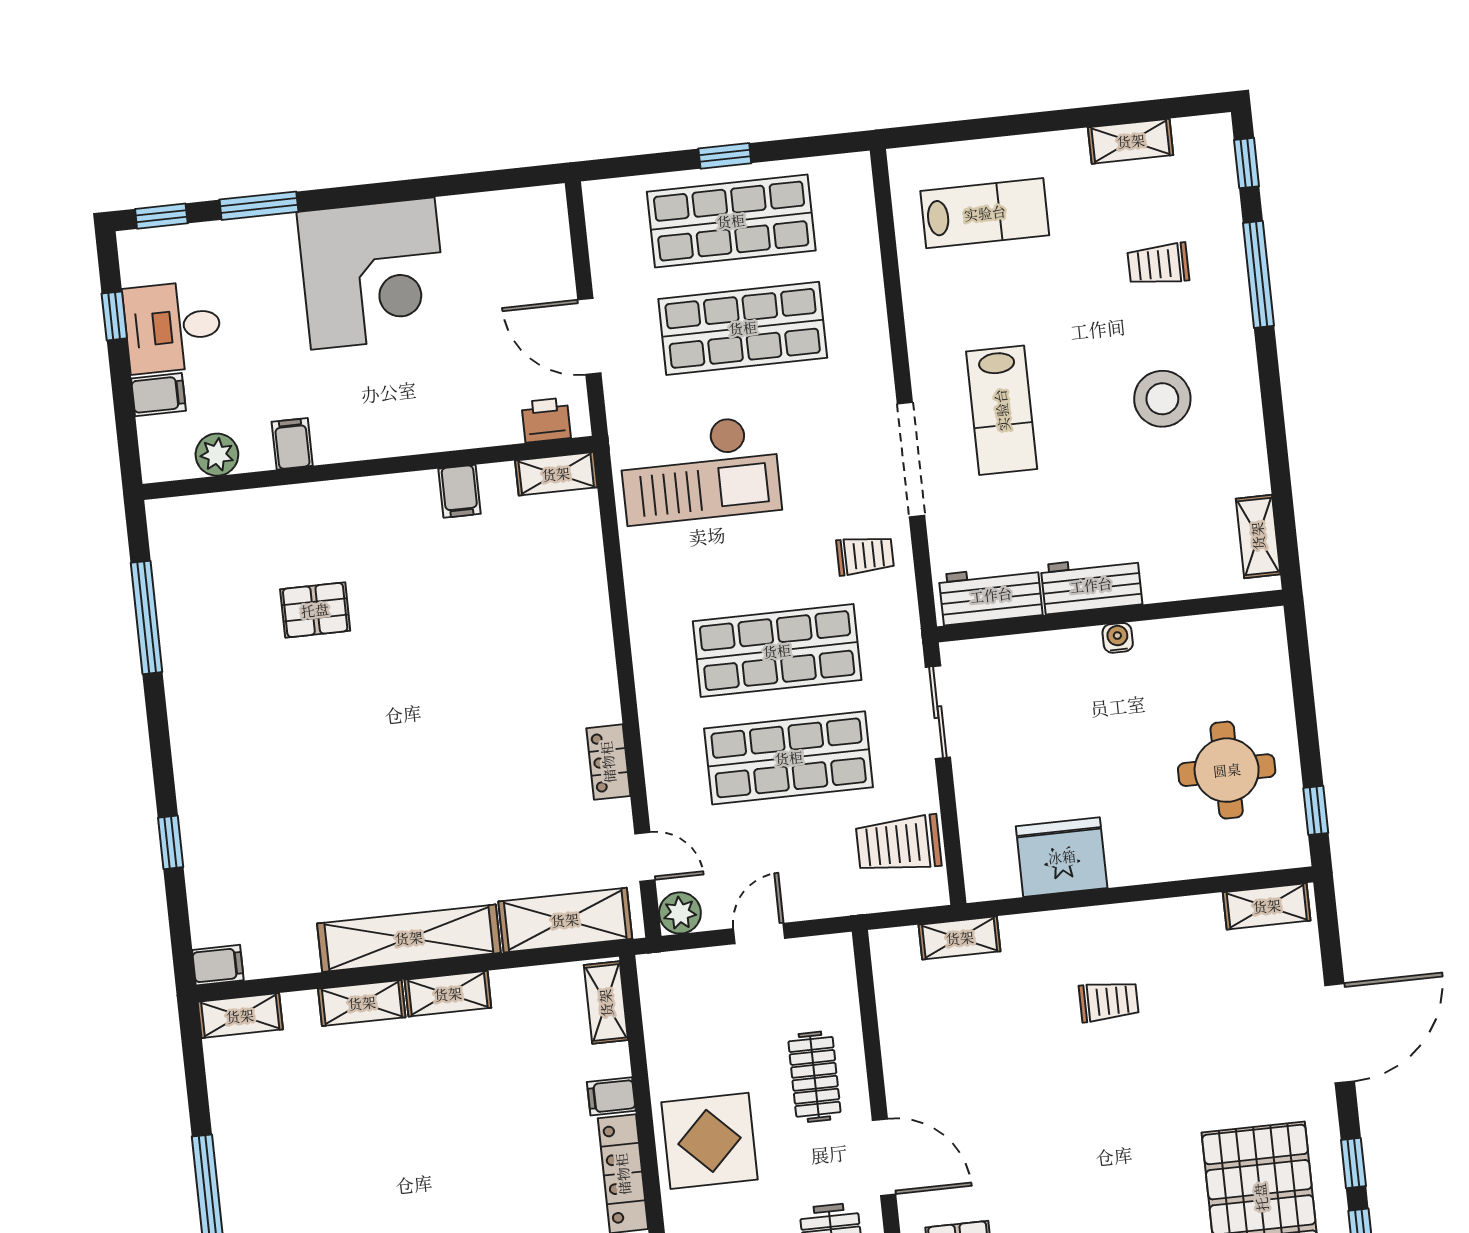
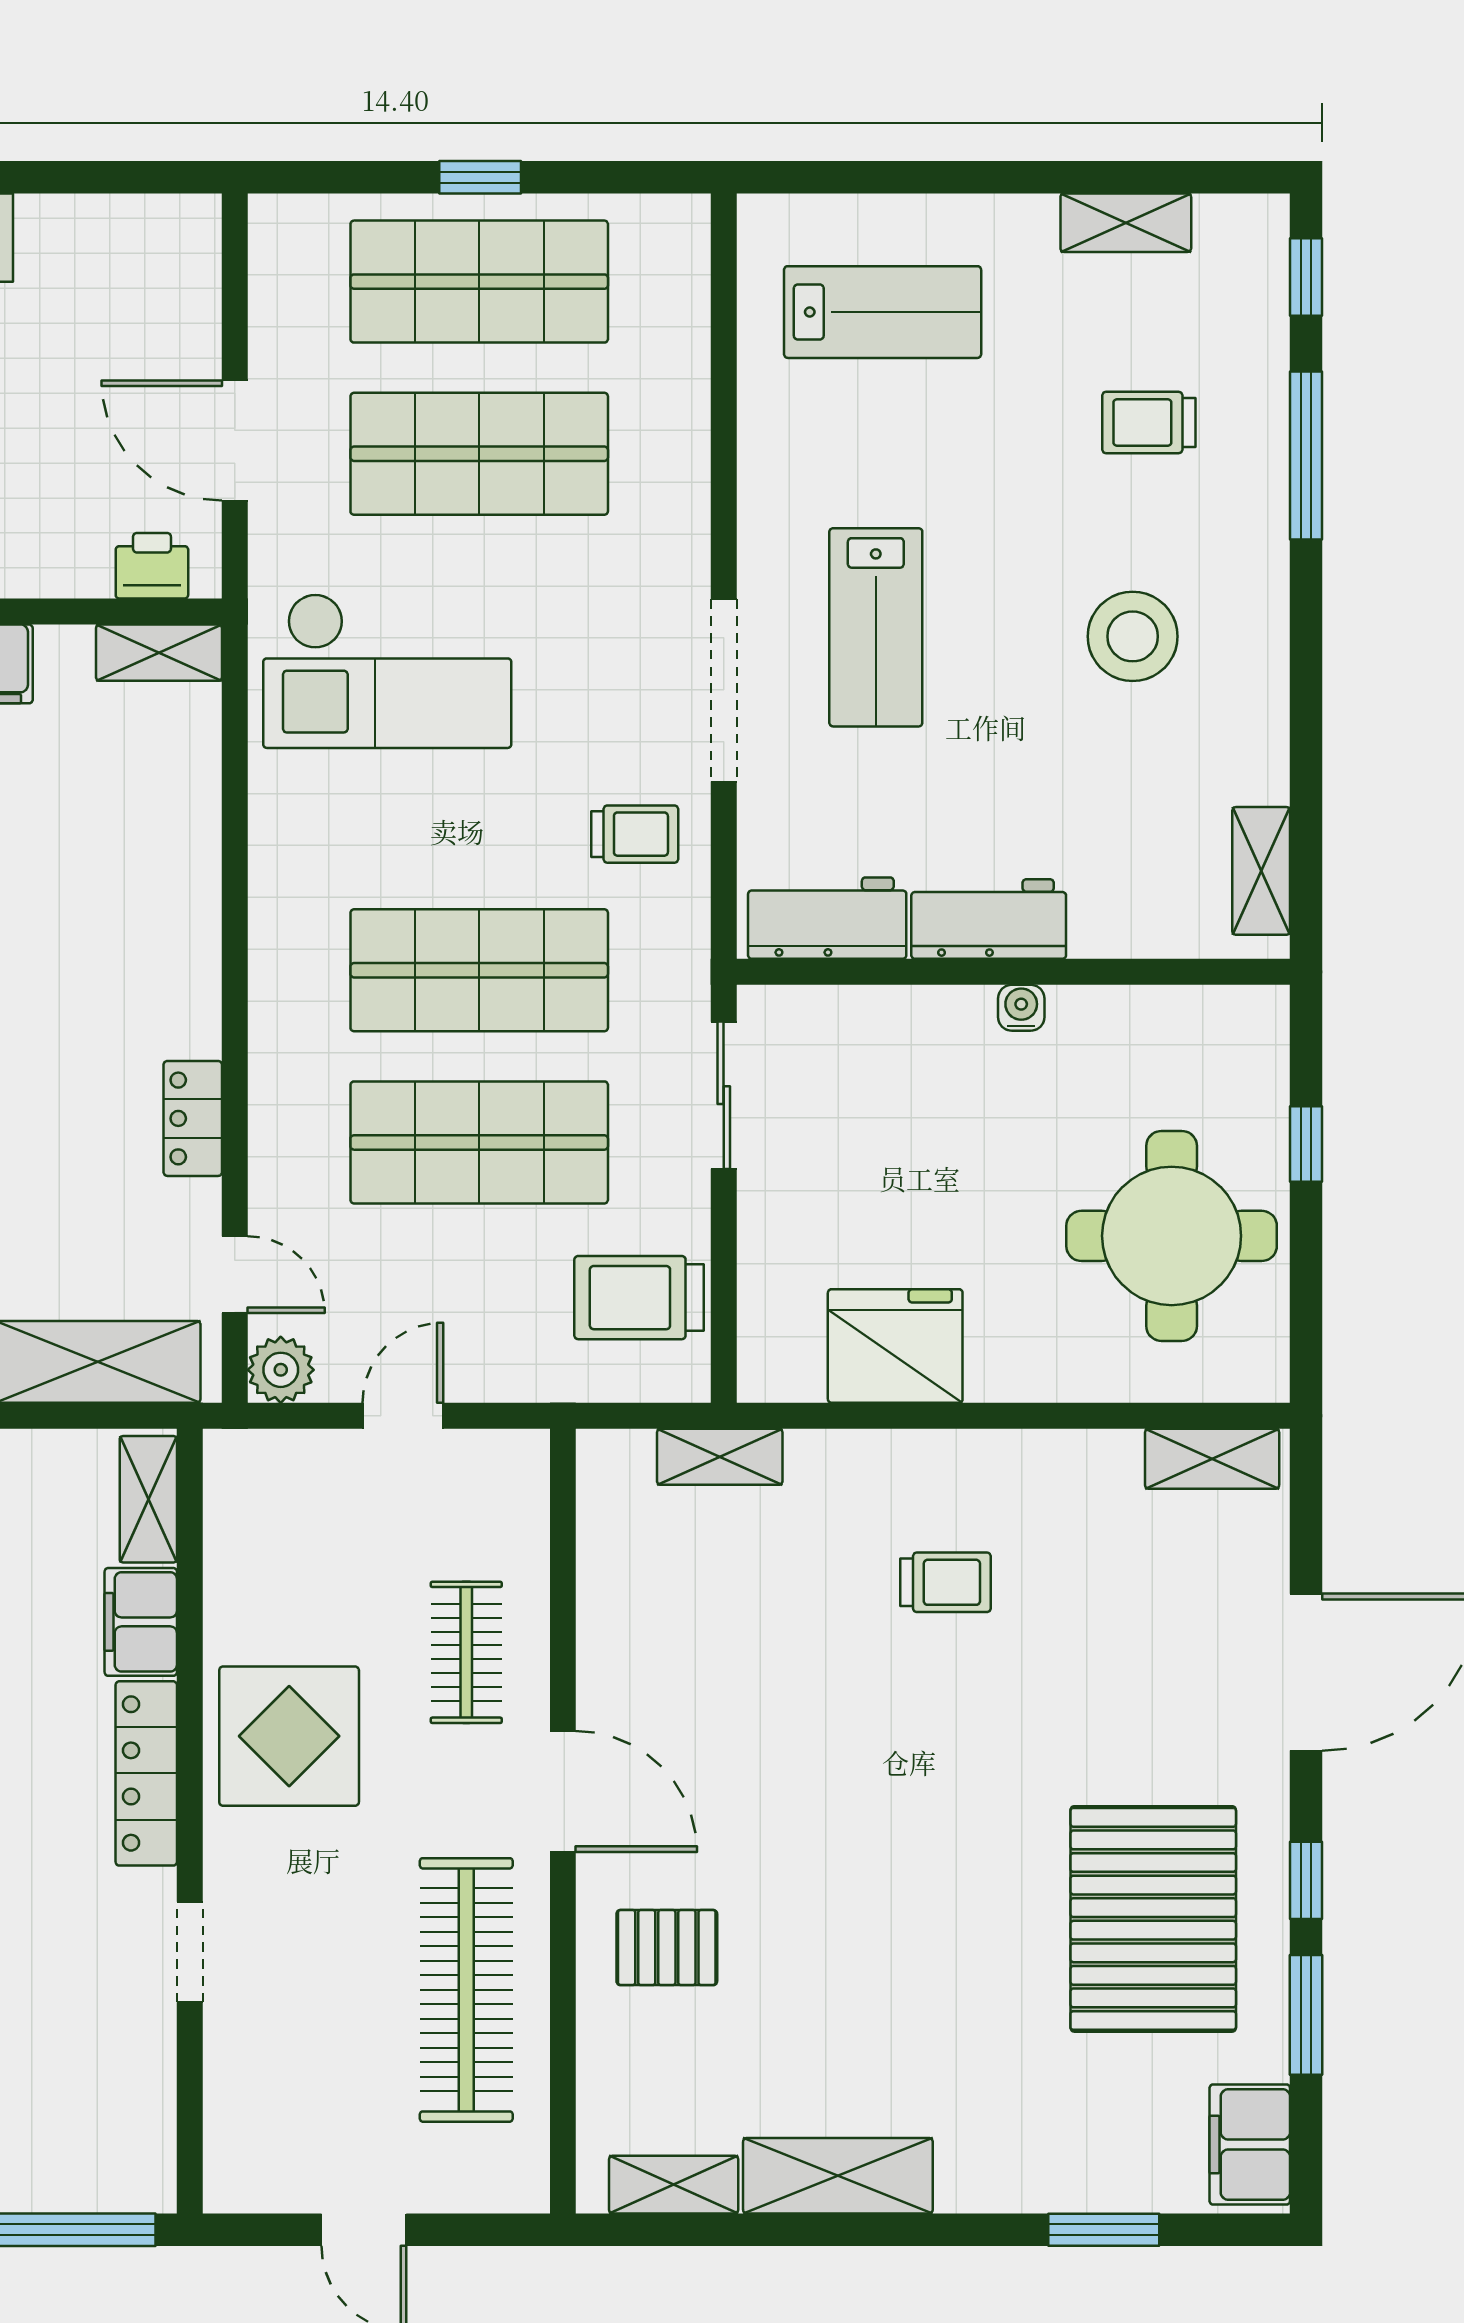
round table: (1227, 770) -> (1172, 1236), width x1.36, depth x1.36
window: (1316, 810) -> (1306, 1144), moved
filing cabinet: (611, 1096) -> (141, 1622), width x2.00

